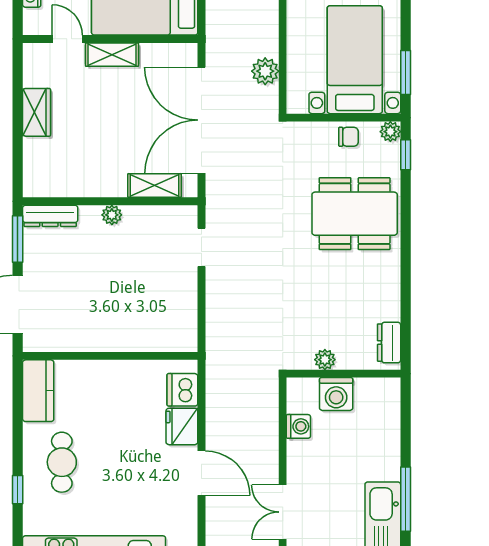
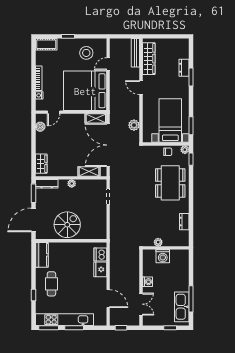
door: (67, 39) -> (54, 112), swing flipped
shelving: (112, 55) -> (96, 118), moved
boiler: (34, 75) -> (40, 127), added
wardrobe: (37, 112) -> (41, 164), moved
dining table: (355, 214) -> (170, 183), turned 90
spiral stairs: (101, 316) -> (67, 225), added
dresser: (389, 343) -> (184, 222), moved
washing machine: (298, 426) -> (147, 282), moved
door: (201, 473) -> (108, 299), moved
double door: (283, 512) -> (141, 304), swing flipped

